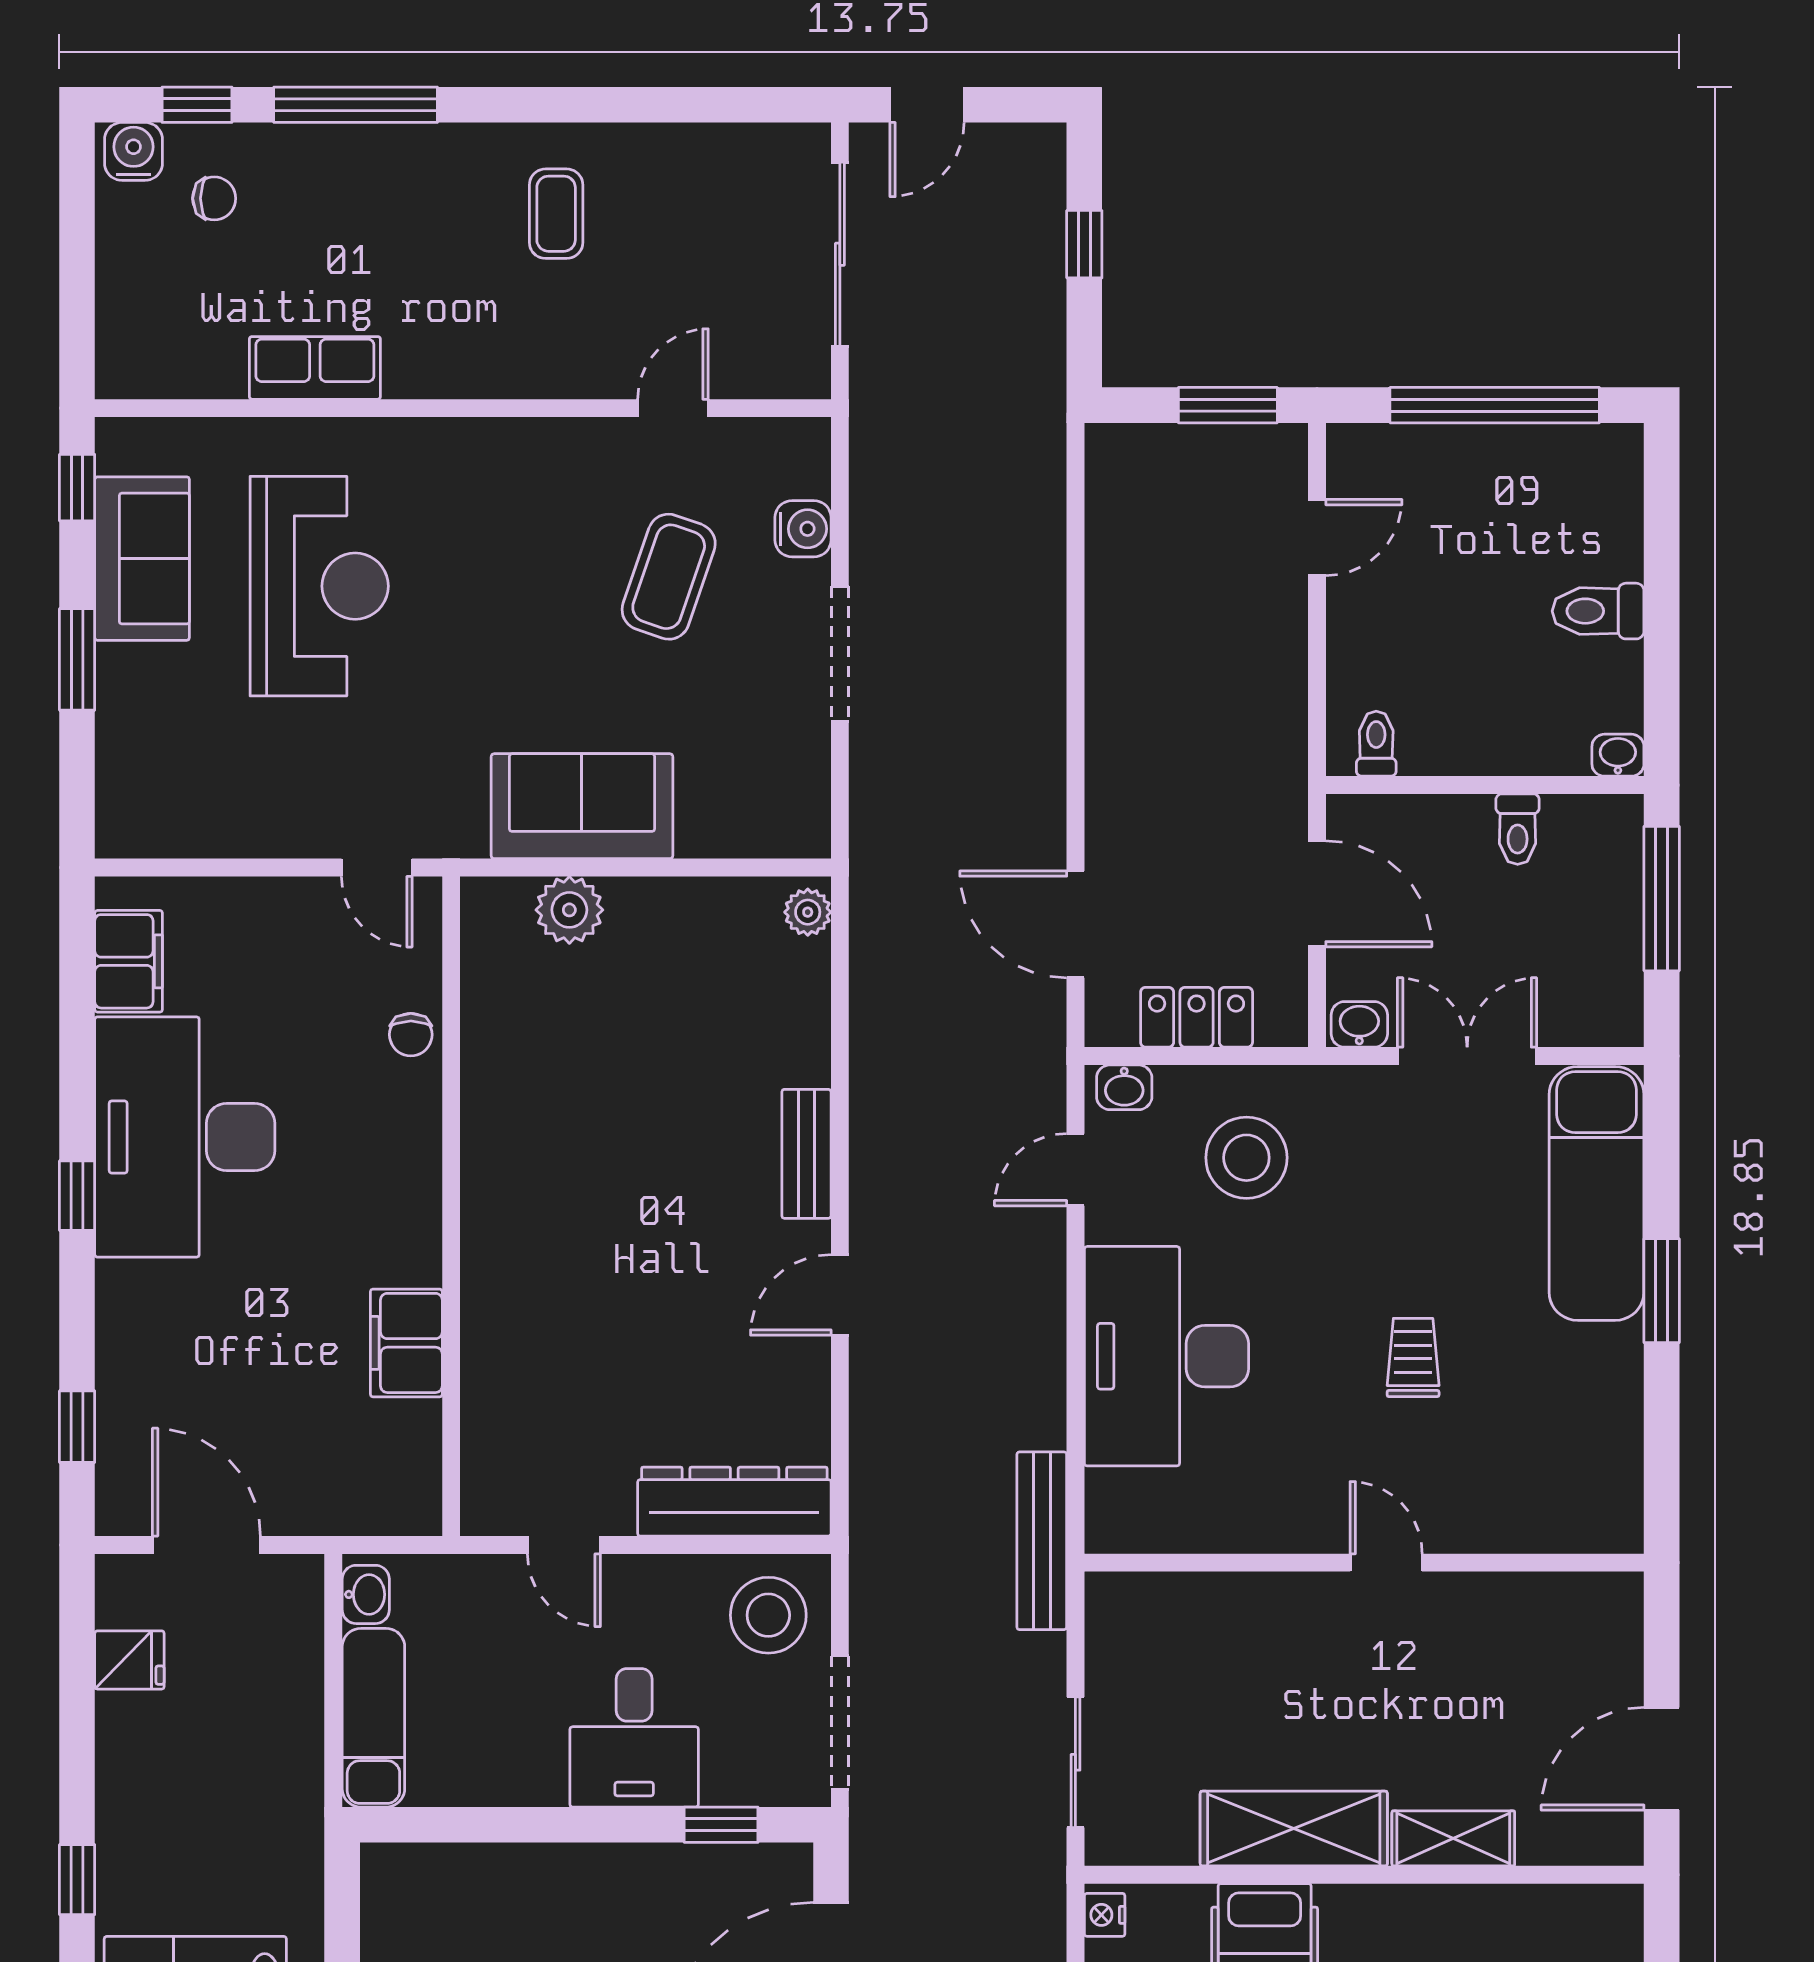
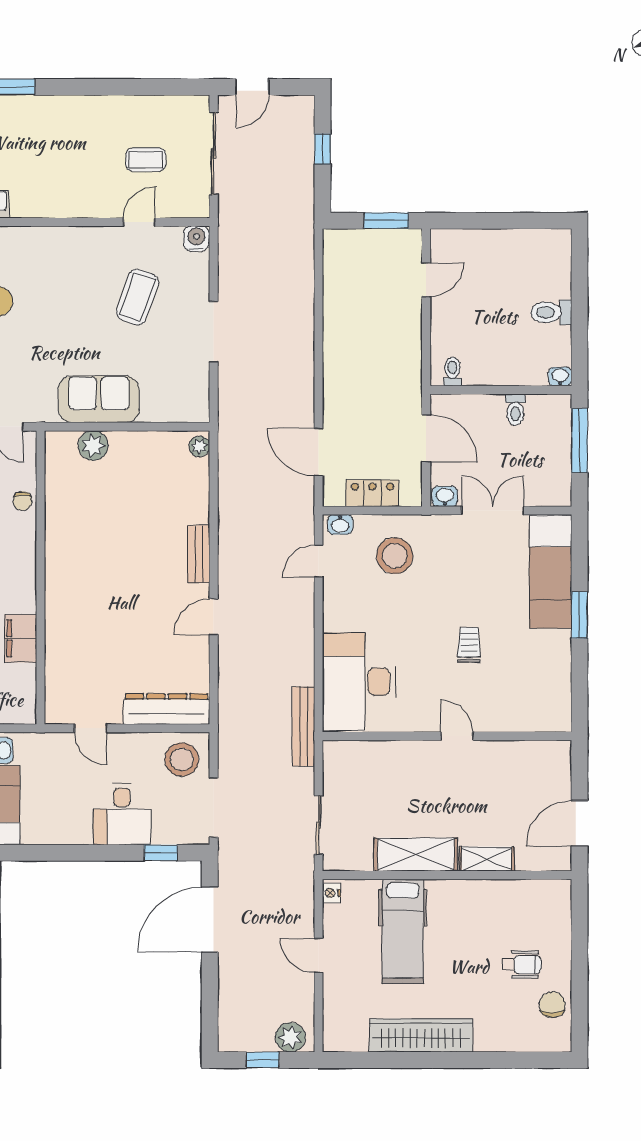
coffee table: (556, 214) -> (146, 160), moved, turned 90
window: (1495, 405) -> (505, 221), removed
water cooler: (803, 529) -> (196, 238), moved, turned -90
desk: (1166, 1356) -> (359, 682), moved

